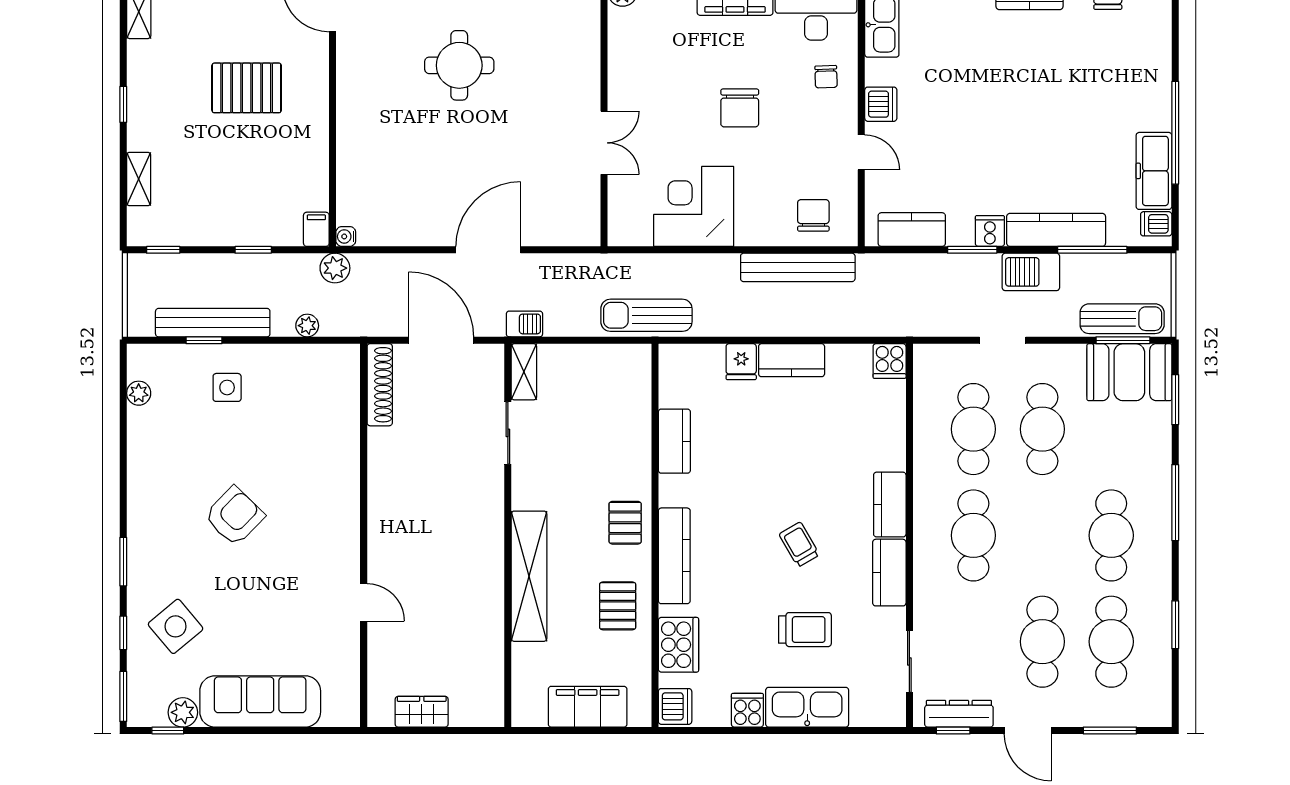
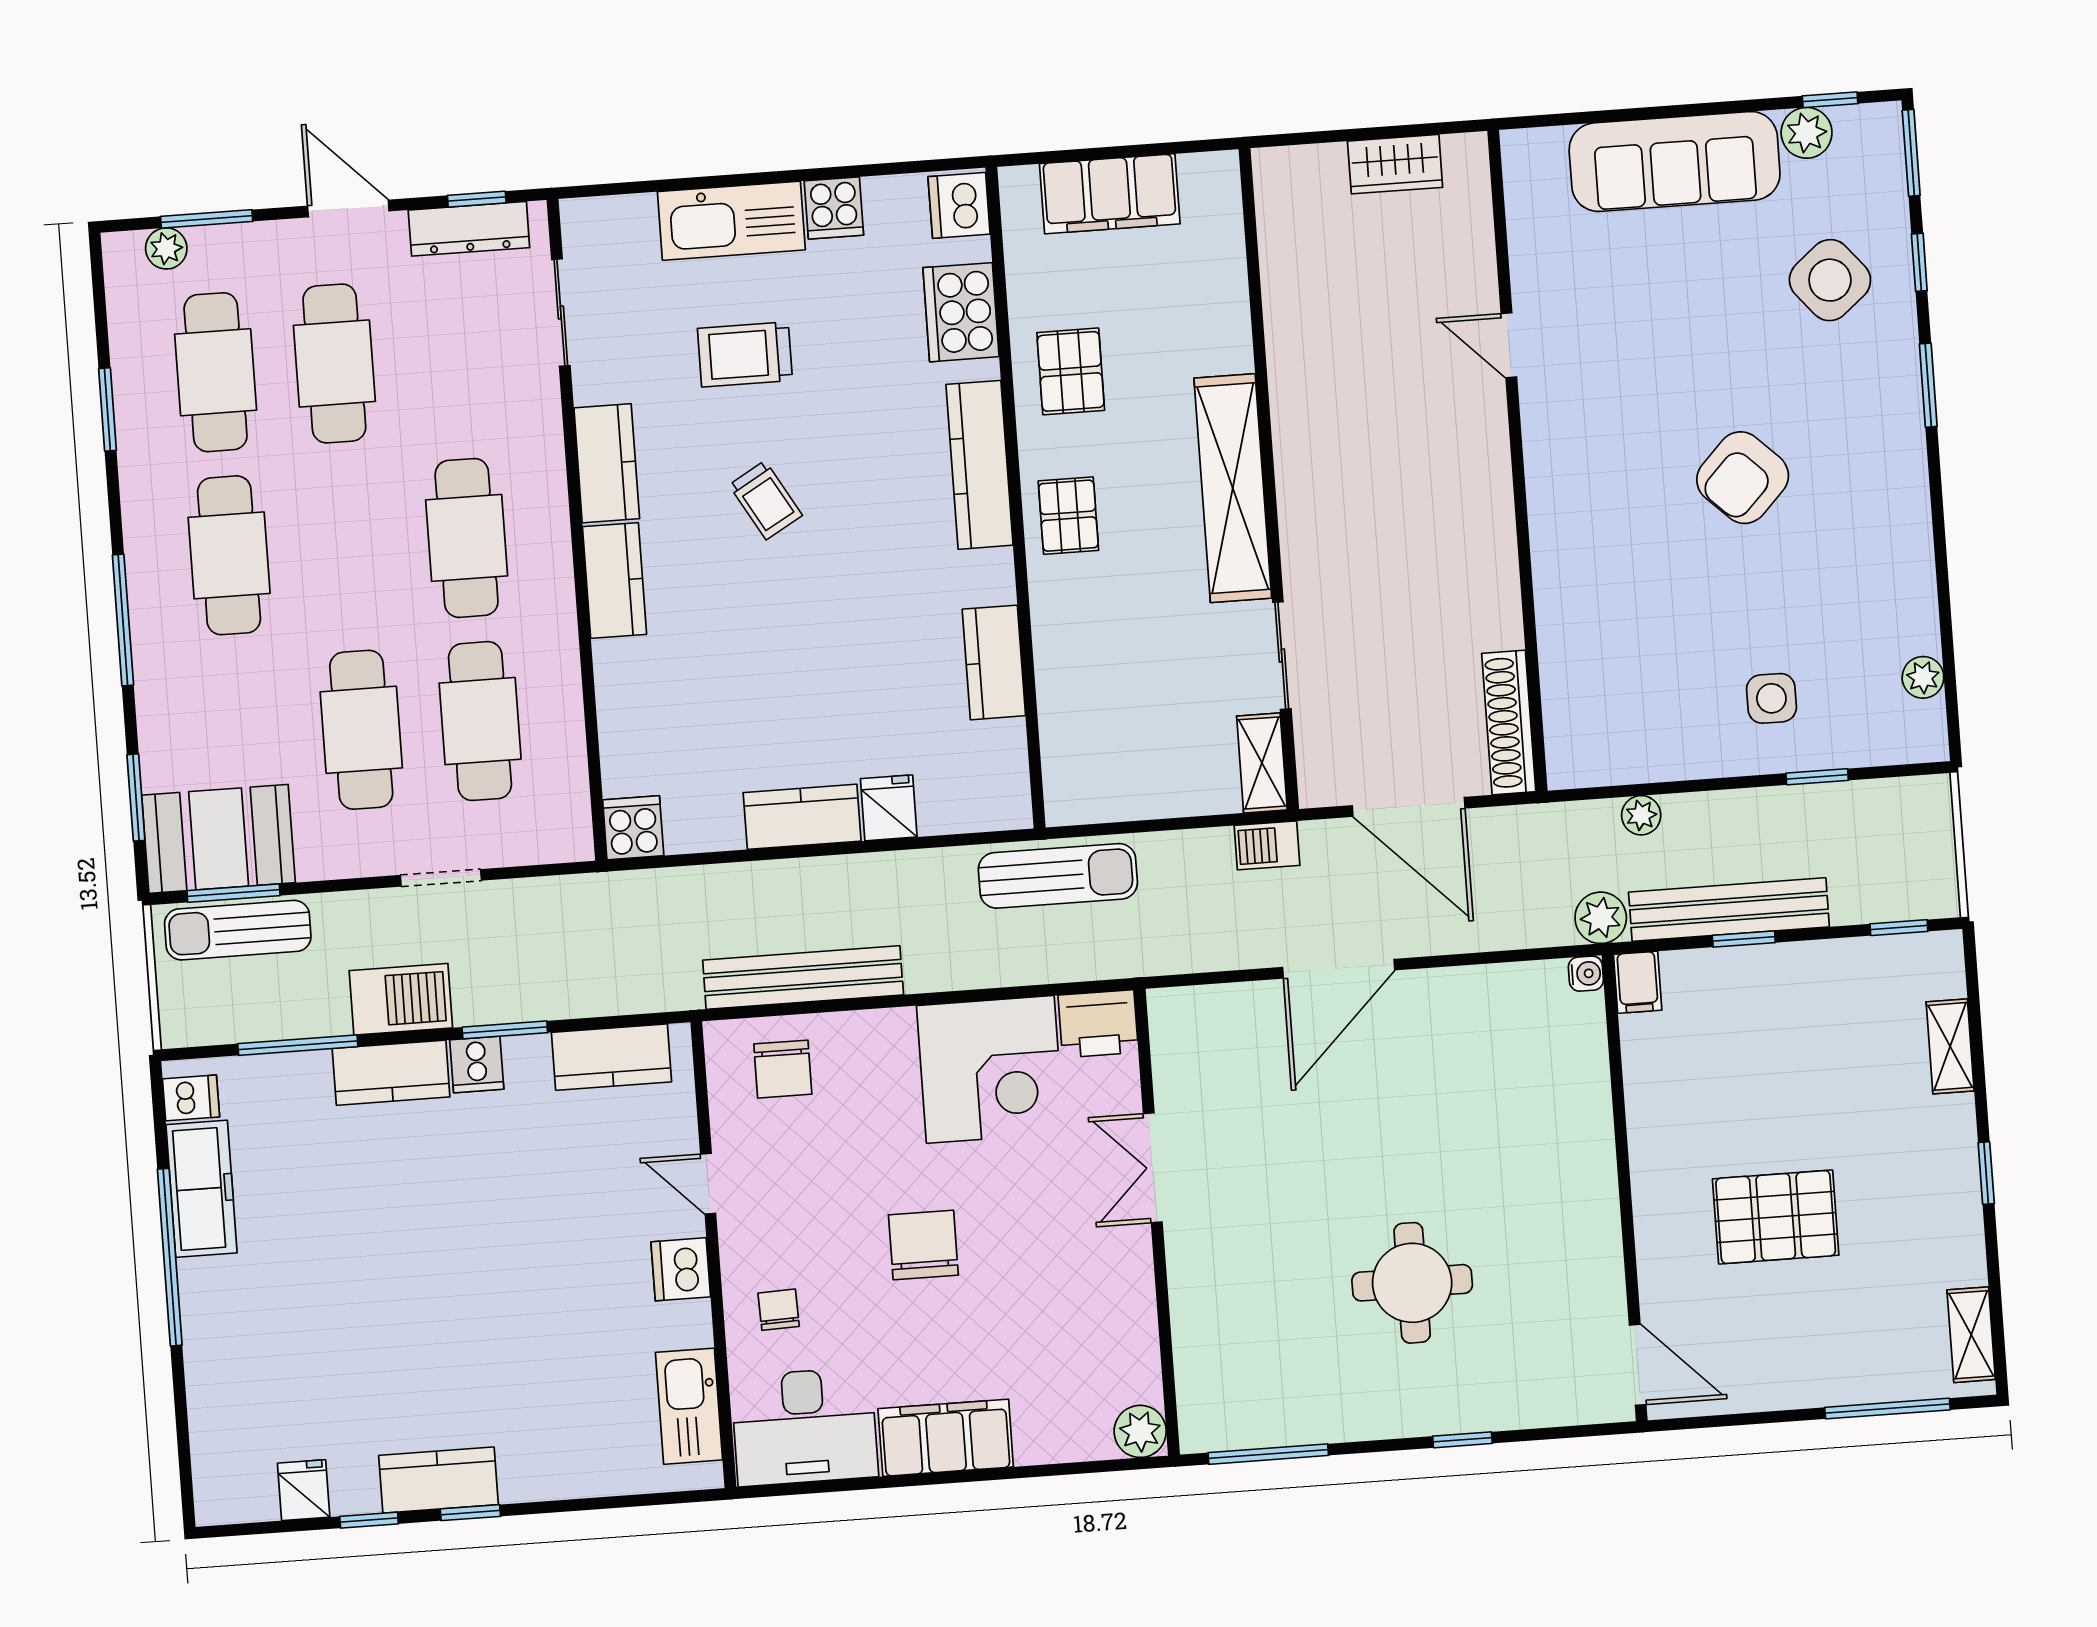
printer: (629, 228) -> (1098, 1024), added
kitchen counter: (1056, 230) -> (391, 1073), width x0.67
bench: (213, 323) -> (1729, 910), moved
shelving: (529, 576) -> (1233, 488), moved
plant: (1134, 715) -> (166, 248), added

